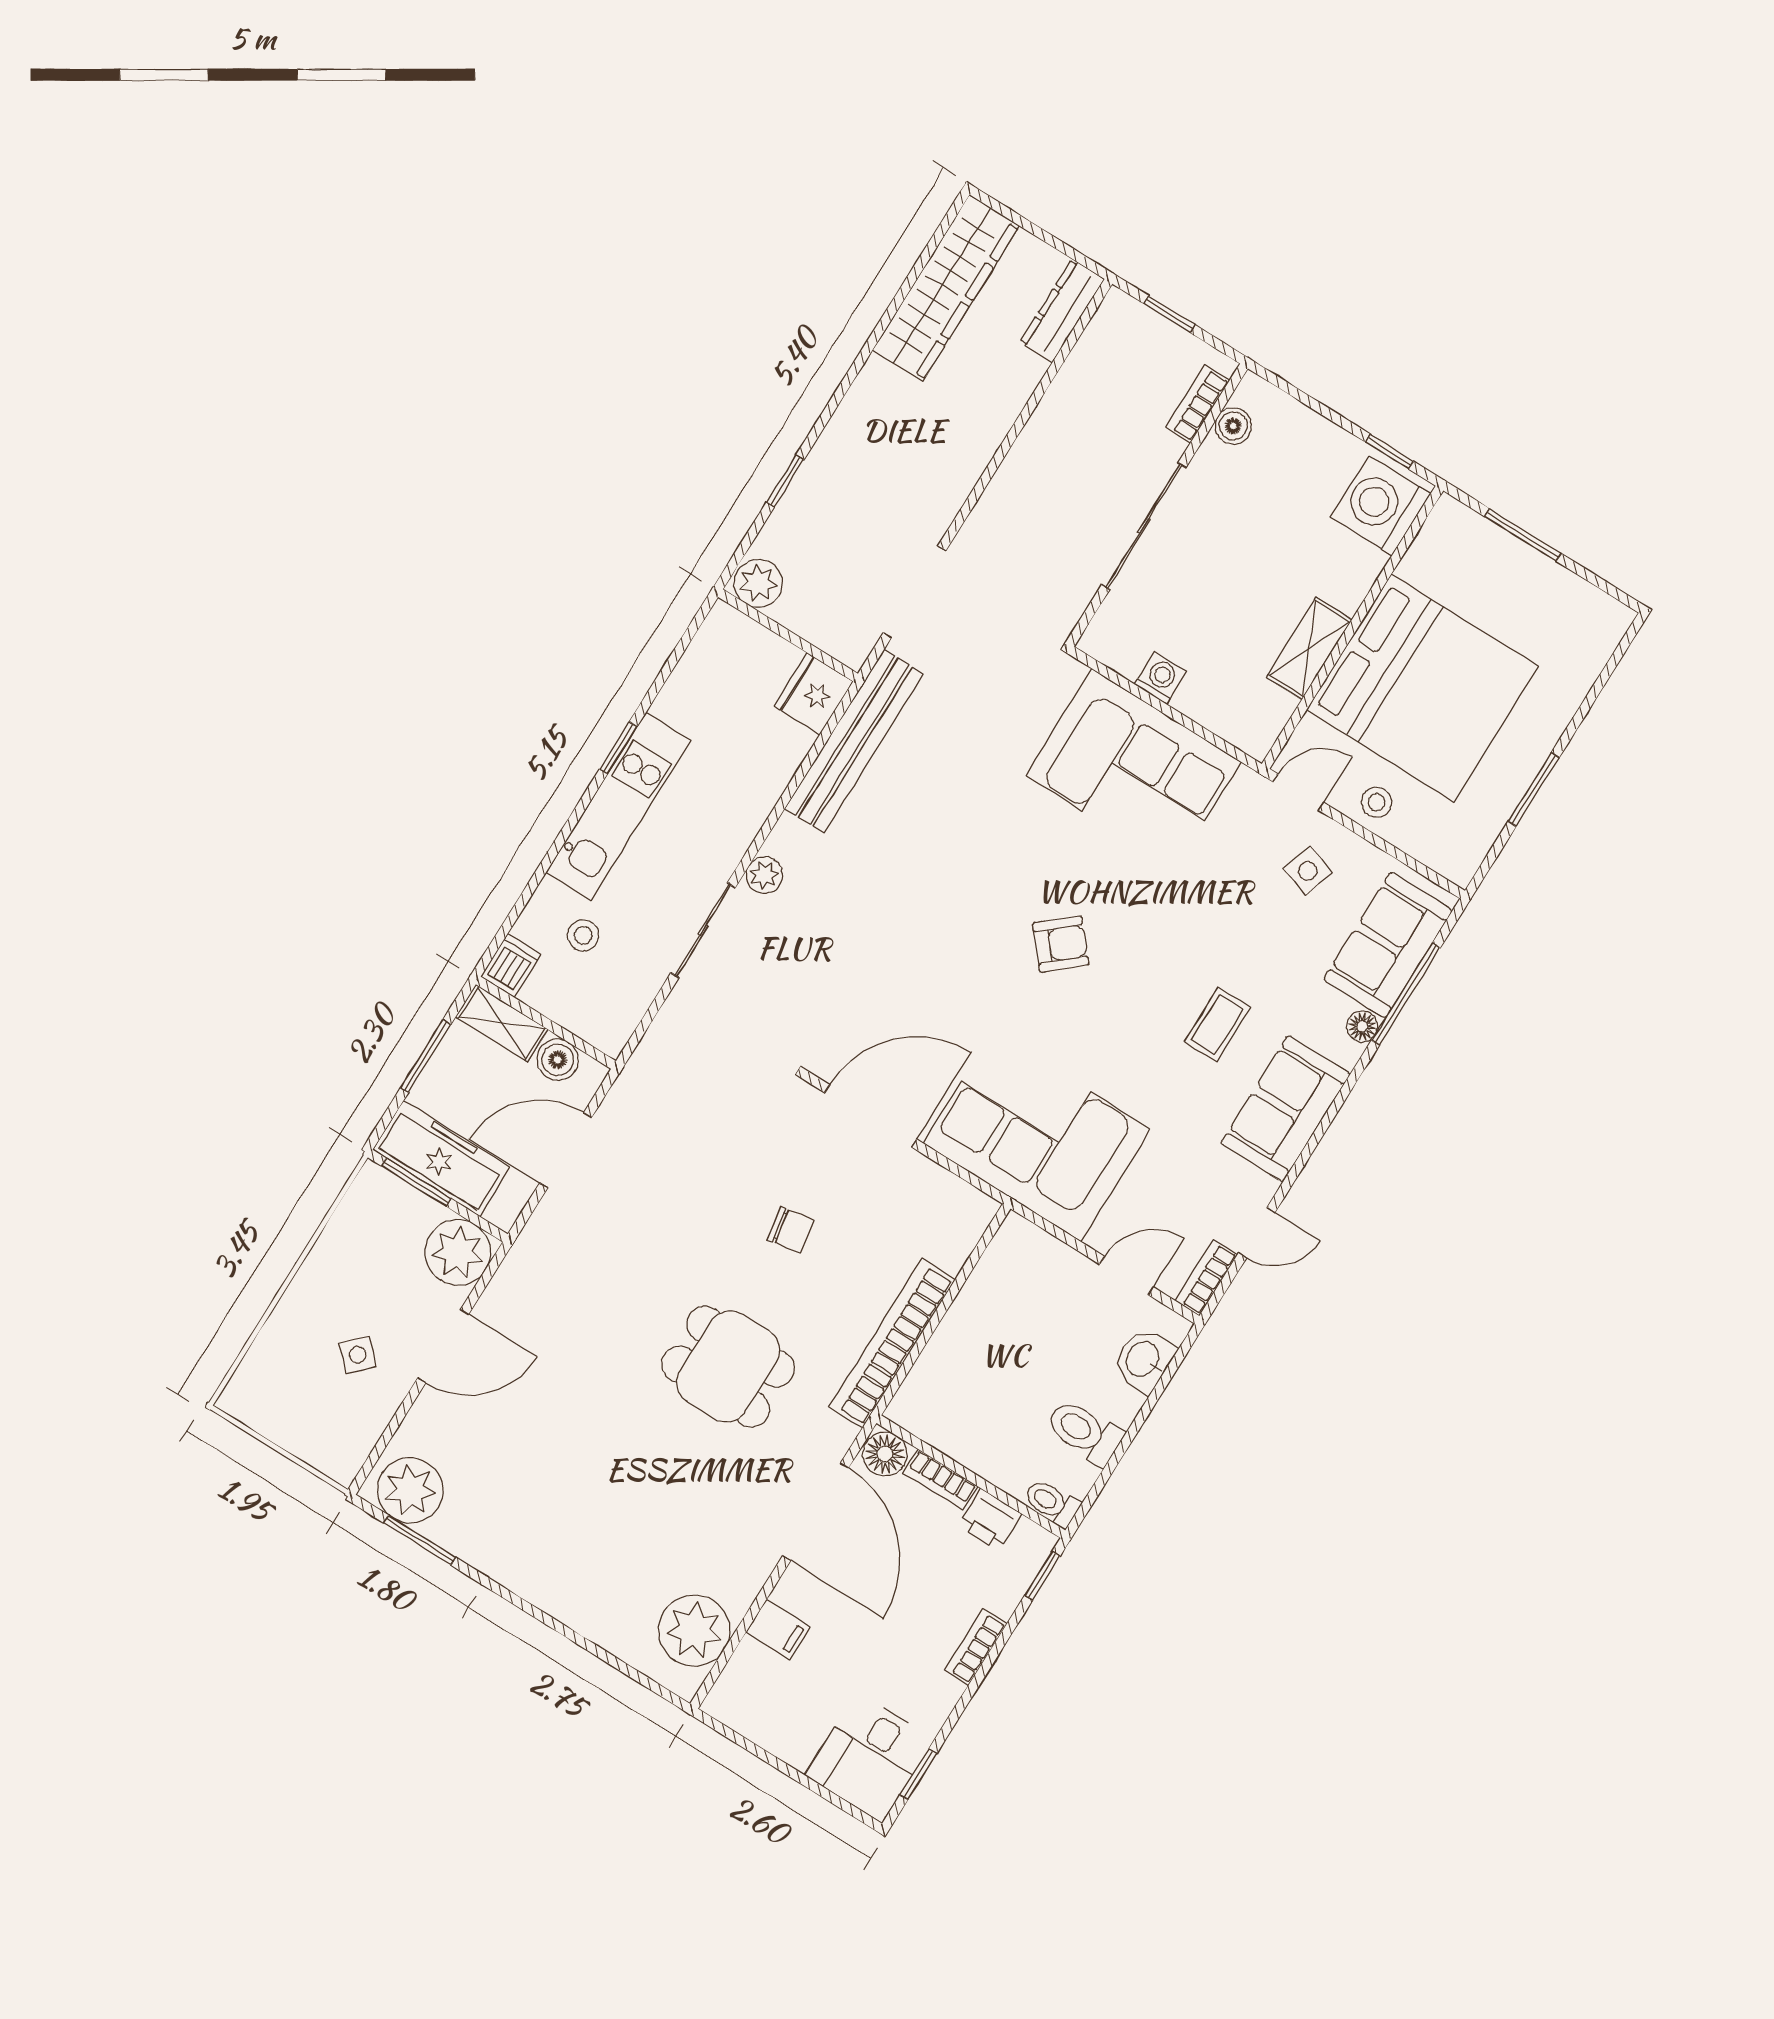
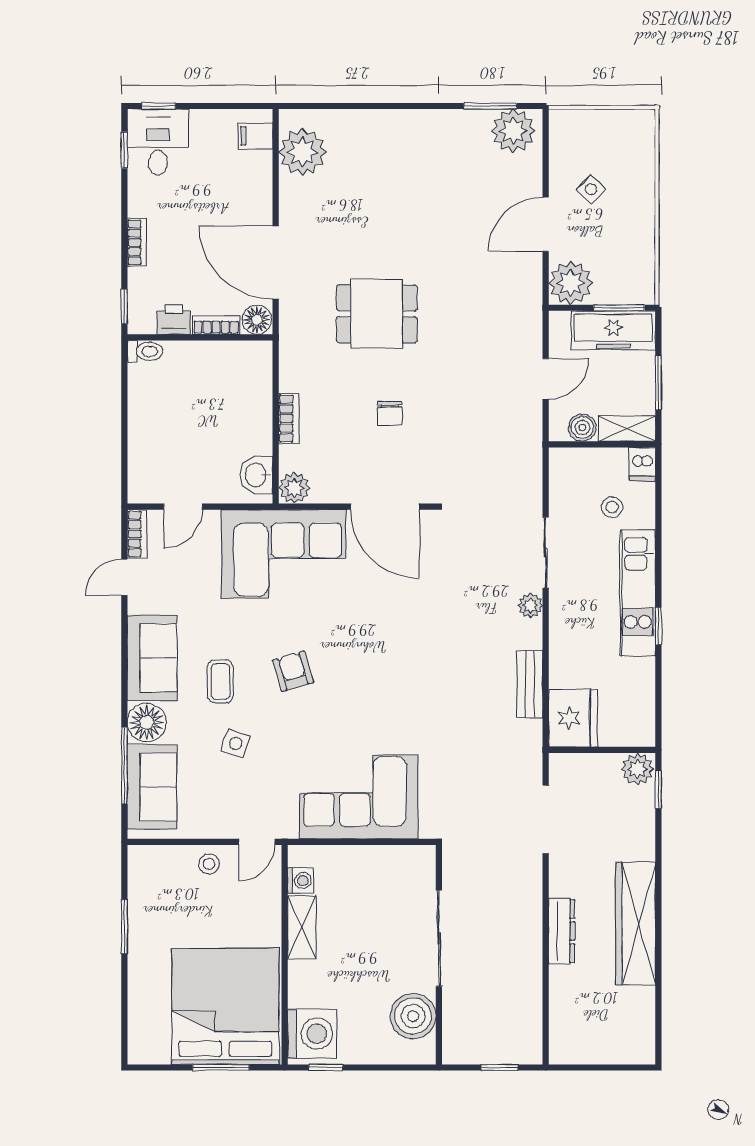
wardrobe: (946, 288) -> (636, 924), moved
dresser: (1062, 311) -> (562, 931), moved
bookcase: (1198, 404) -> (452, 1027), removed
boiler: (1233, 426) -> (413, 1016), width x1.86, depth x1.86
window: (785, 481) -> (658, 790), moved
washing machine: (1160, 678) -> (300, 880), moved, turned -90
bed: (1422, 688) -> (225, 1006), moved, turned 90
fridge: (813, 694) -> (573, 718), width x1.36, depth x1.34
bench: (854, 741) -> (530, 684), width x0.54, depth x0.82
side table: (1308, 871) -> (236, 743), moved
armchair: (1061, 944) -> (293, 671), moved, turned 115
floor lamp: (1362, 1026) -> (147, 722), width x1.89, depth x1.89
door: (871, 1116) -> (385, 507), hinge flipped
door: (566, 1150) -> (546, 379), width x0.73
plant: (971, 1211) -> (294, 488), added
chair: (790, 1230) -> (390, 413), turned -80
bookcase: (892, 1343) -> (289, 418), width x0.43, depth x0.76
washbasin: (1144, 1360) -> (257, 475), moved, turned 180
toilet: (1084, 1432) -> (151, 403), removed
filing cabinet: (778, 1629) -> (255, 136), moved
window: (840, 1803) -> (159, 106), added

